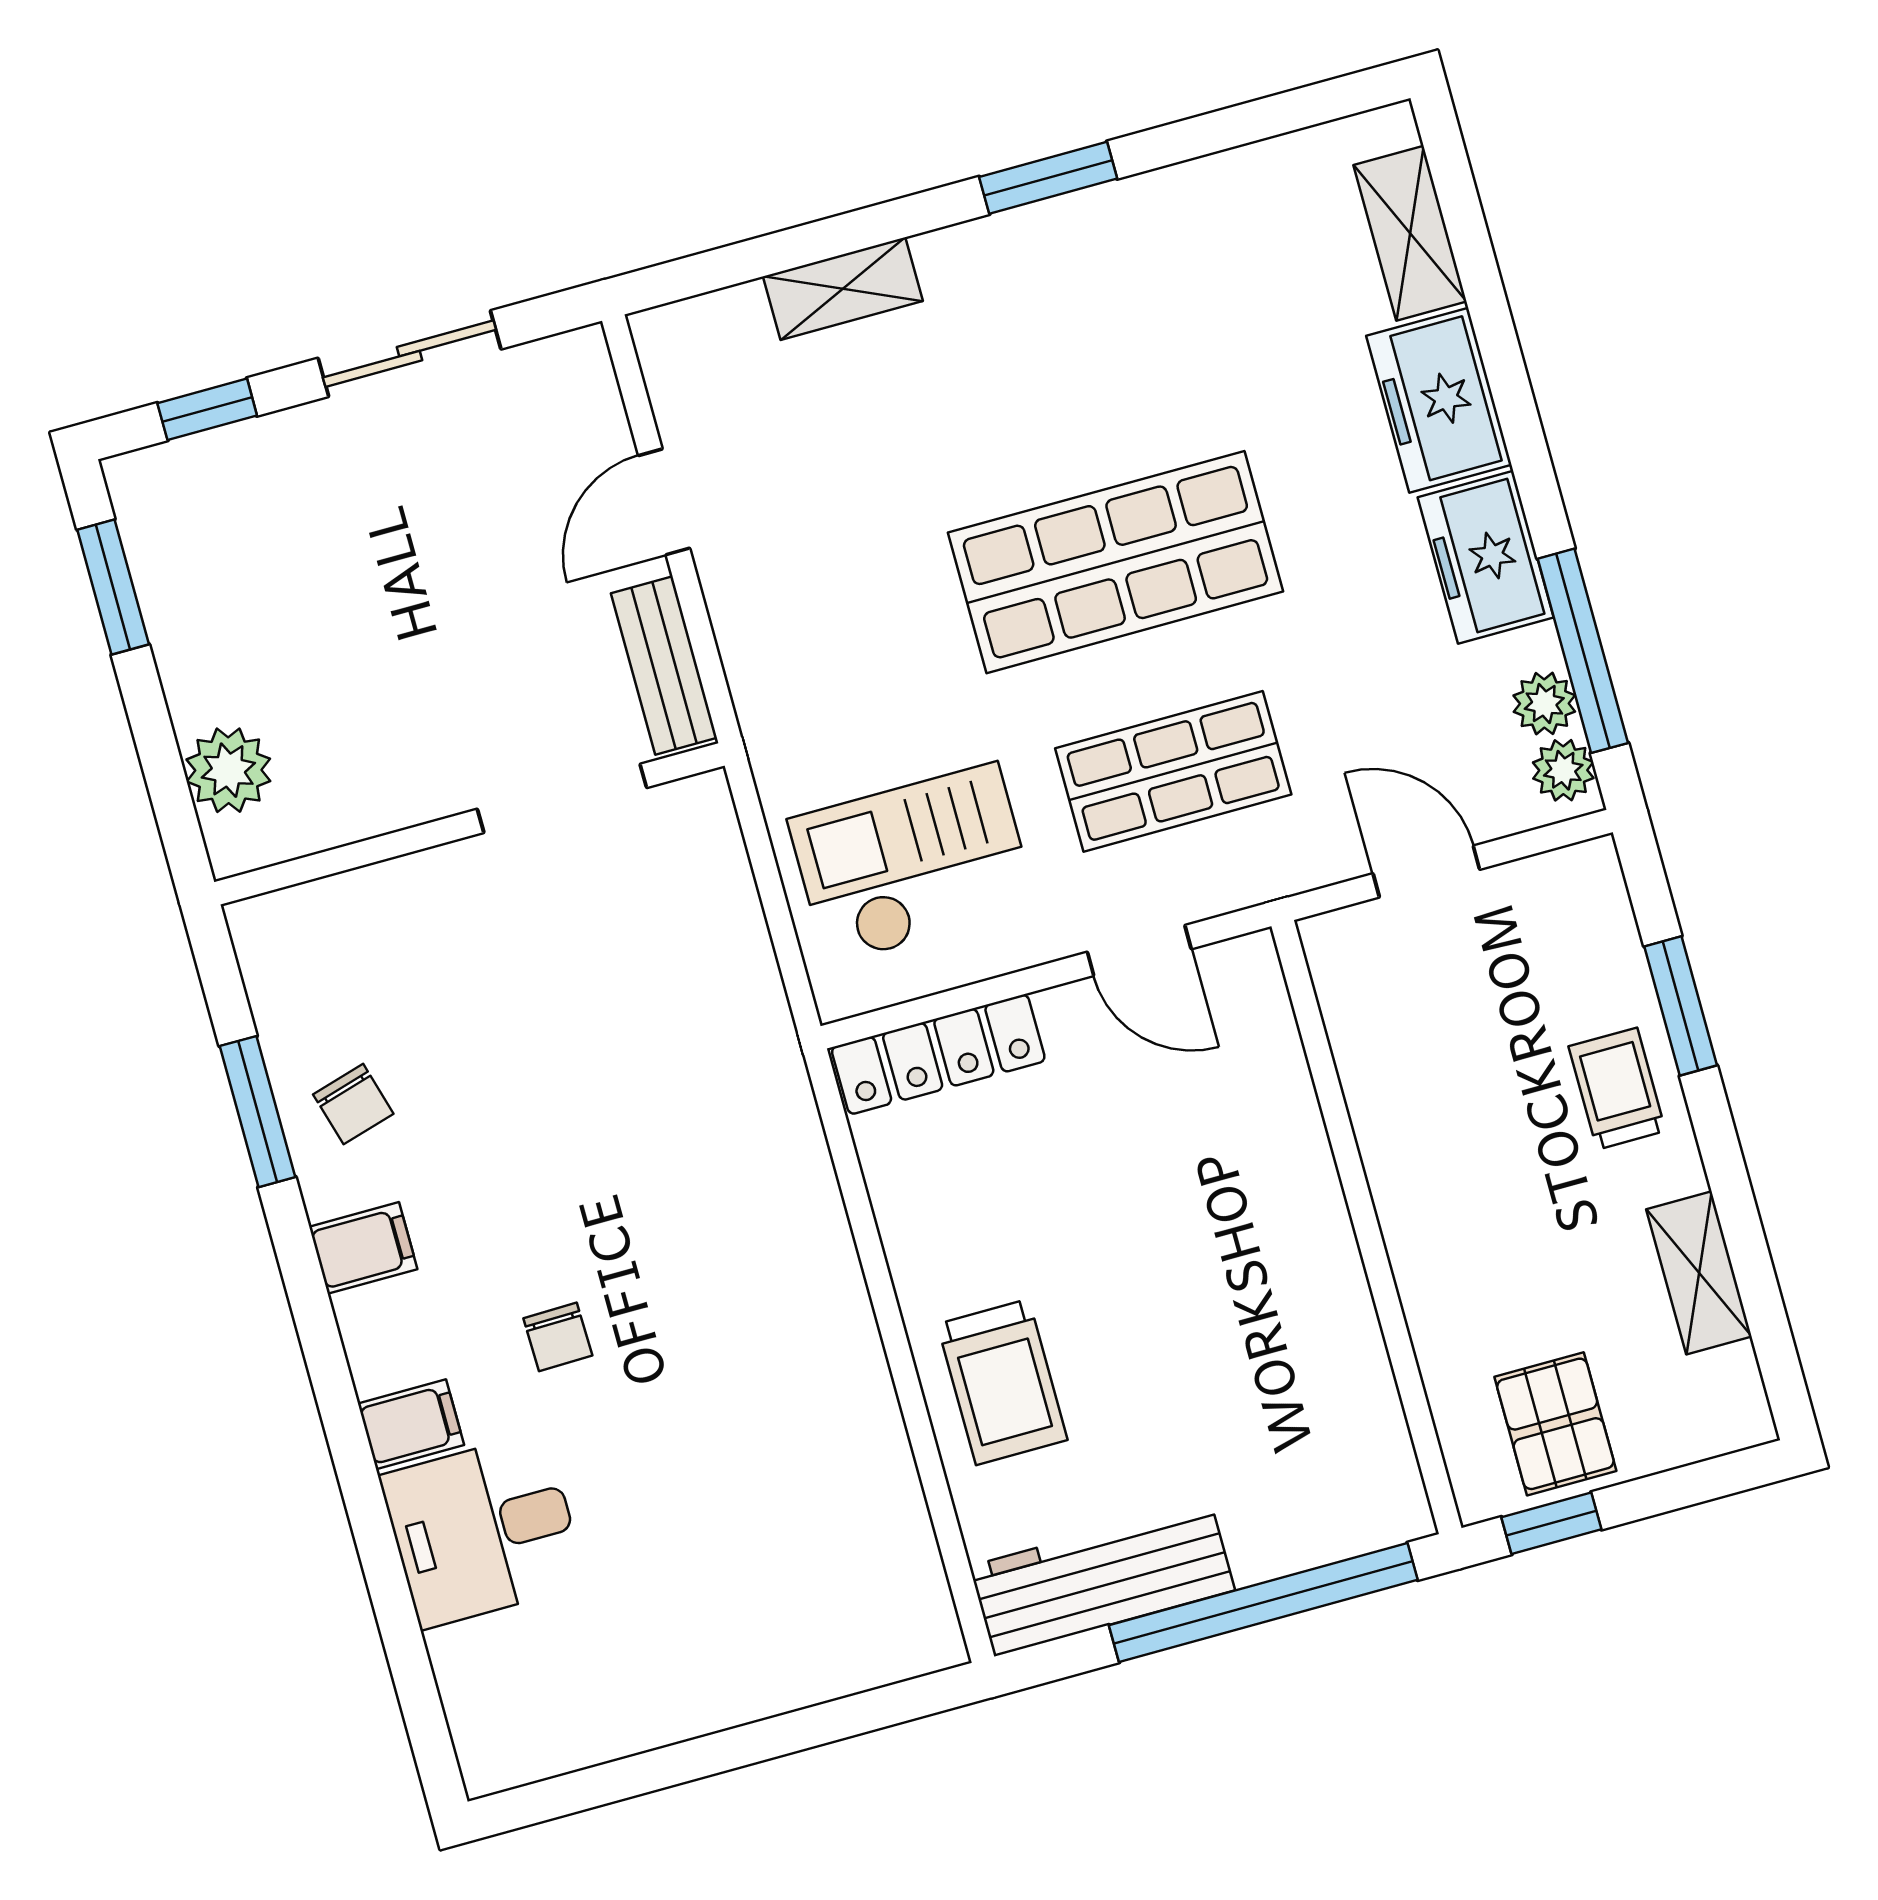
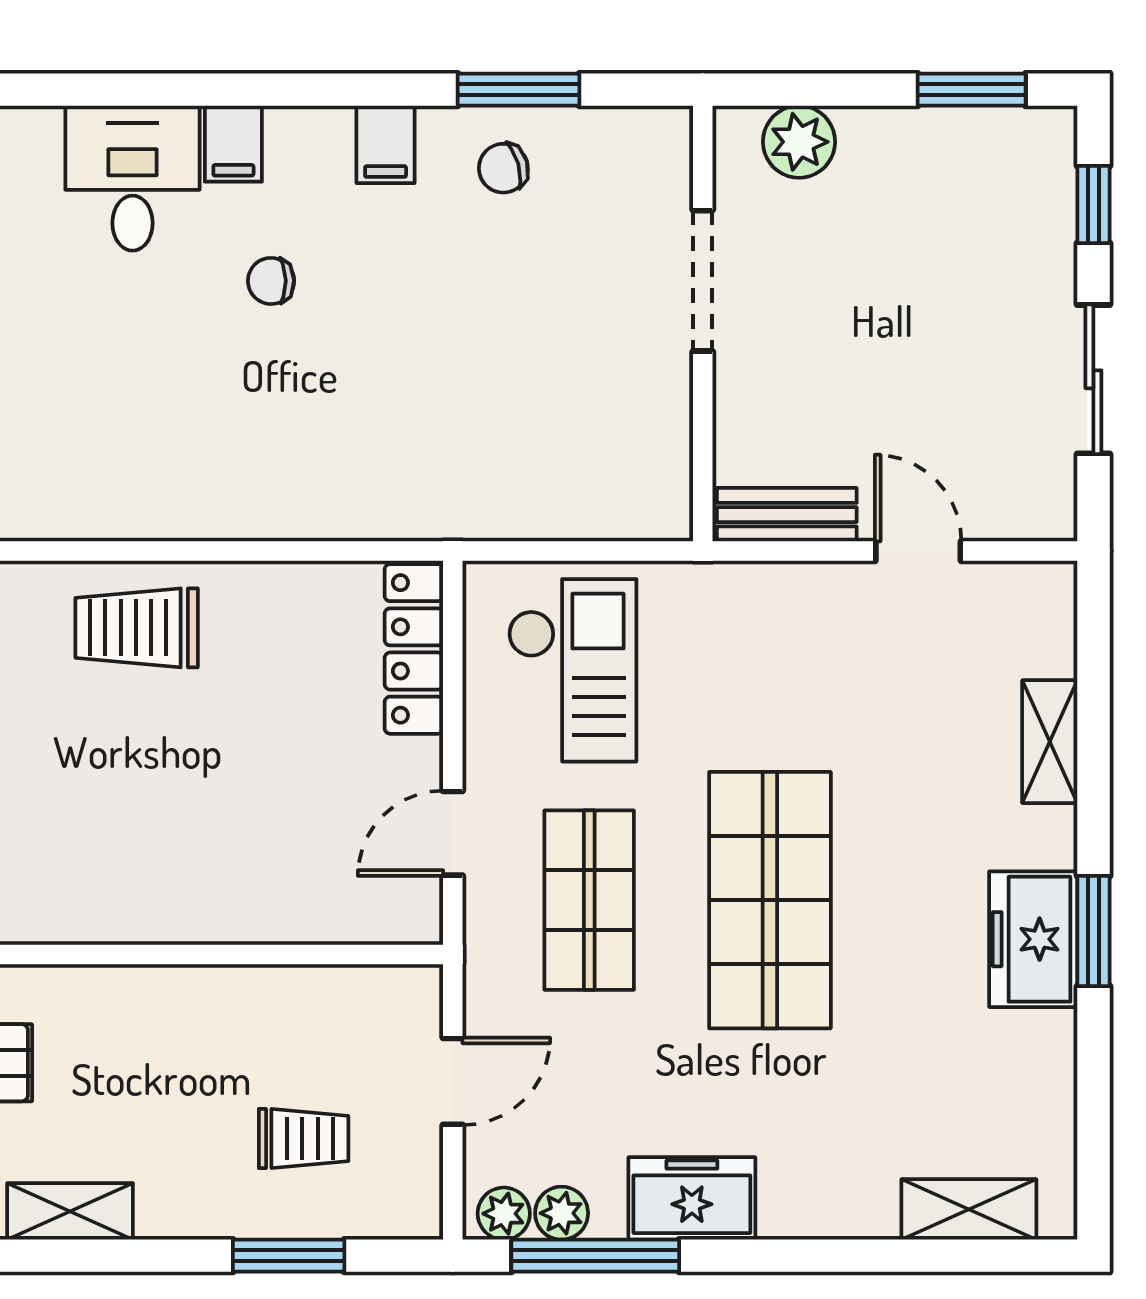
freezer: (1439, 400) -> (1033, 939), moved, turned -90
doorway: (562, 798) -> (703, 281), moved
trolley: (1617, 1089) -> (304, 1139), moved

